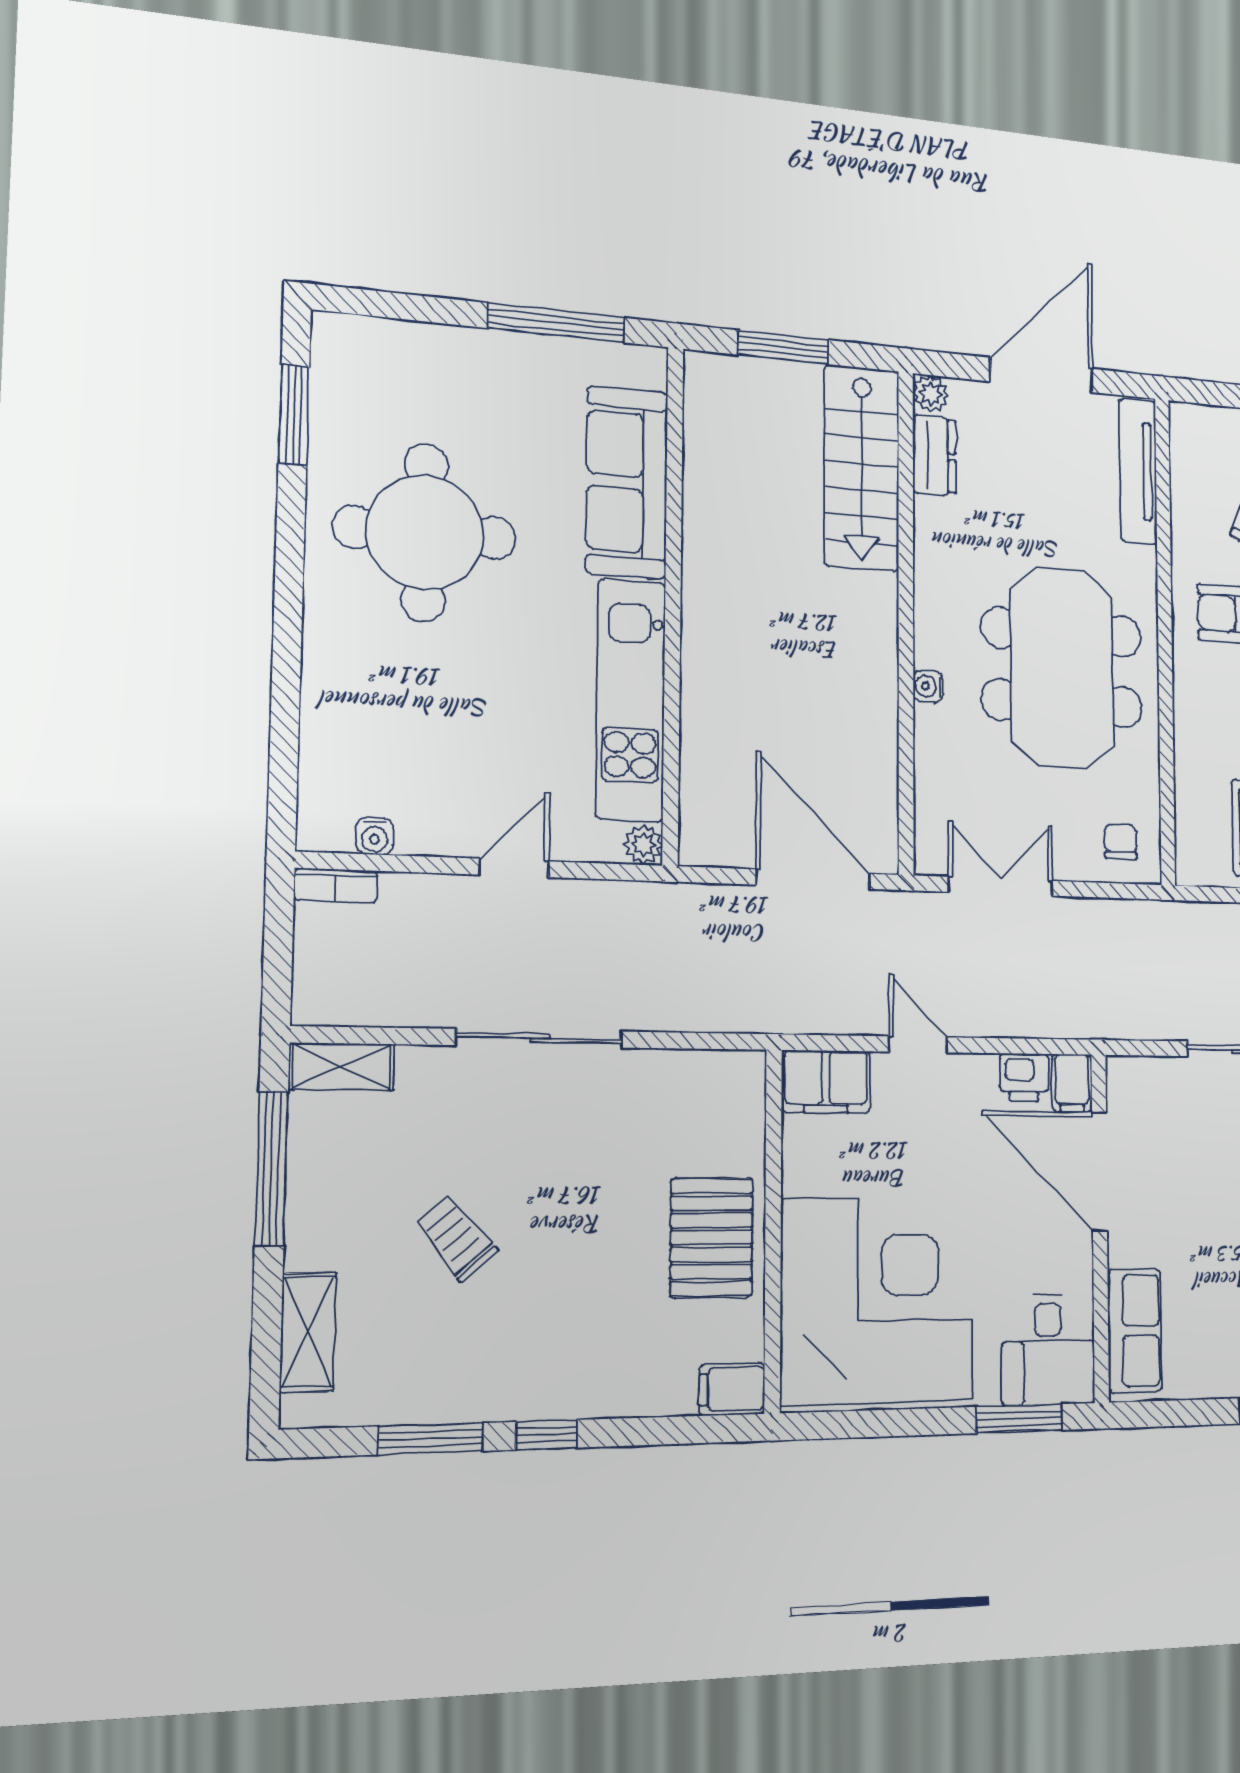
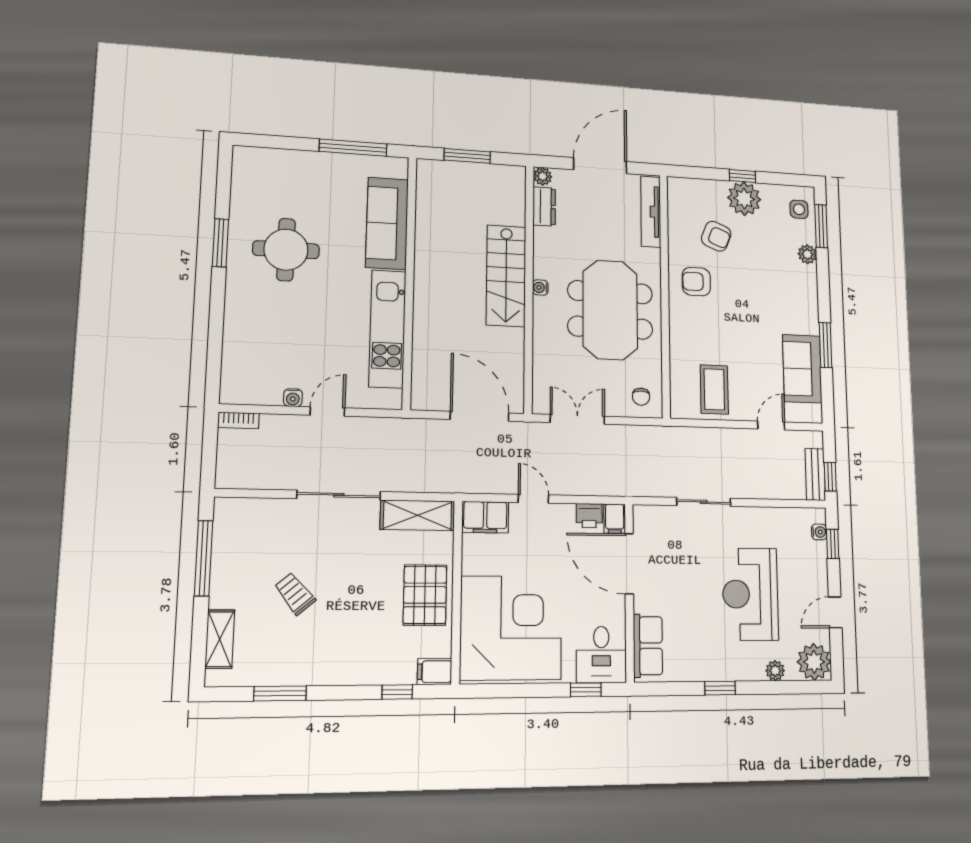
window: (294, 415) -> (220, 243), moved
stairs: (862, 468) -> (506, 276), moved
round table: (425, 533) -> (286, 250), width x0.73, depth x0.73
water cooler: (928, 686) -> (540, 288), moved
water cooler: (374, 836) -> (293, 398), moved
chair: (1121, 842) -> (641, 397), turned 180
plant: (643, 845) -> (393, 400), removed
shelving: (342, 1067) -> (418, 515), moved, width x1.50, depth x1.33
window: (1019, 1419) -> (586, 690), width x0.67
window: (546, 1435) -> (397, 692), moved

